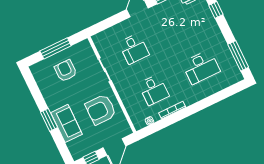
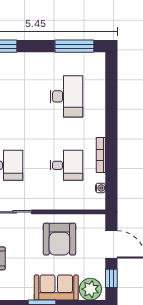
plant: (77, 147) -> (90, 289), added

